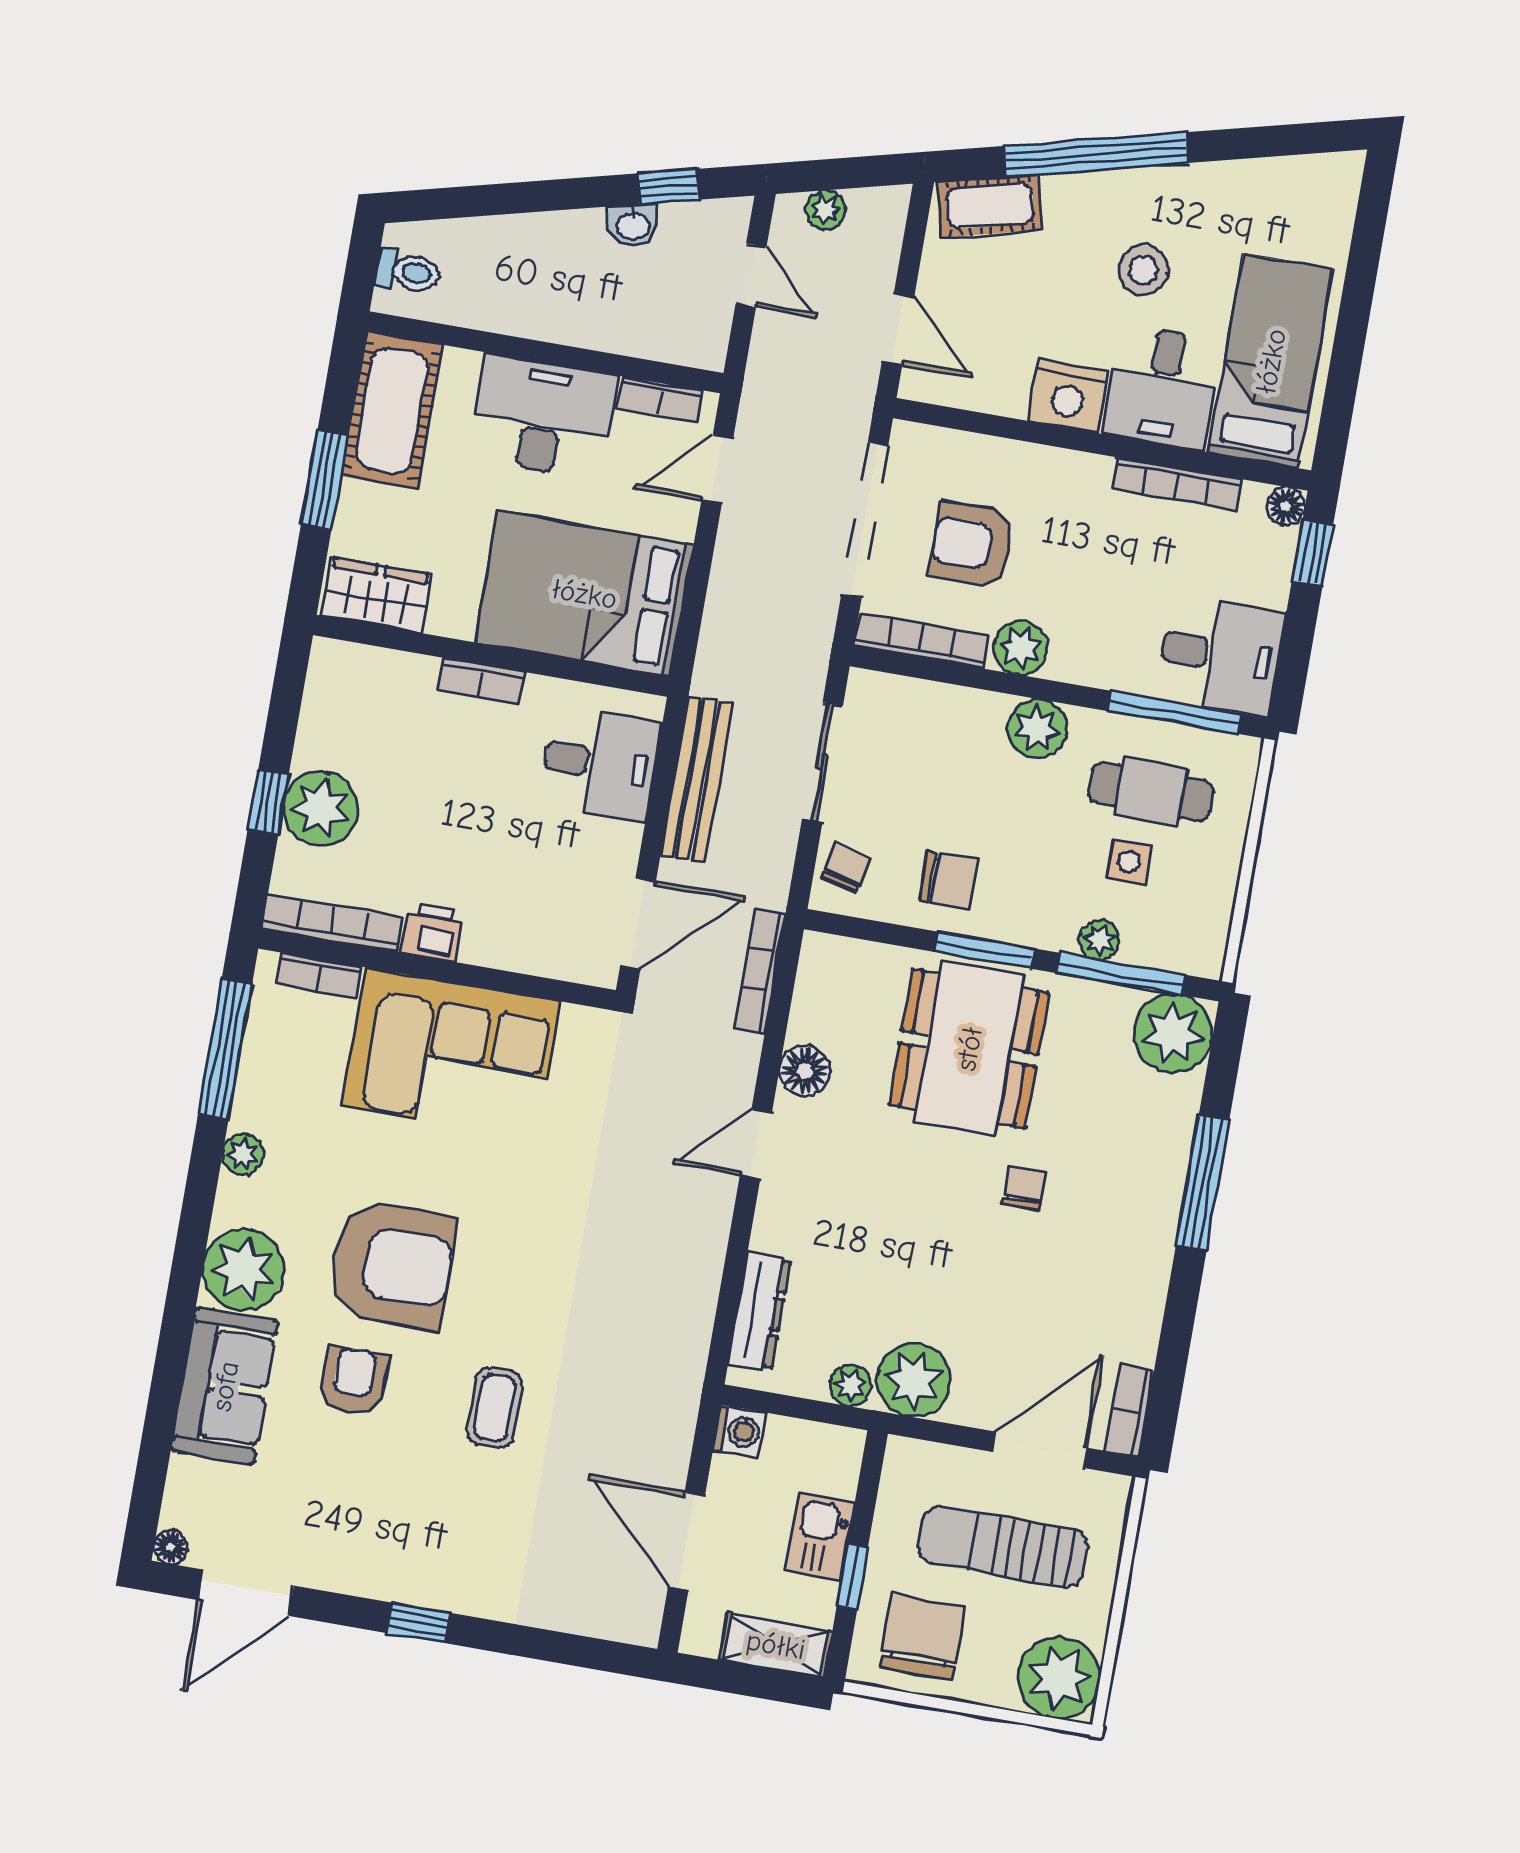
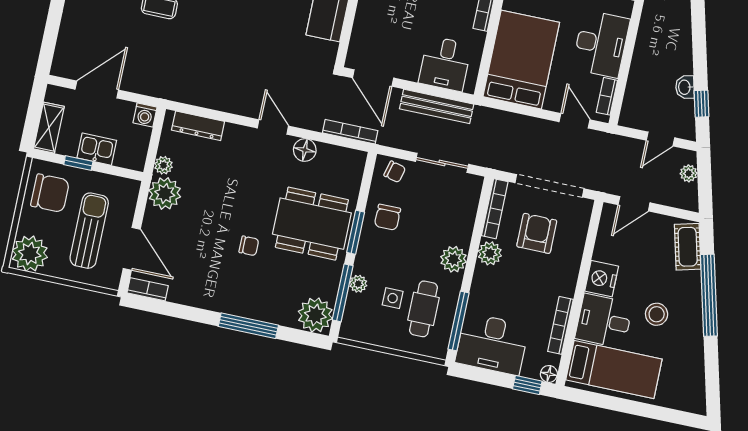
desk: (1220, 655) -> (492, 344), width x1.37

